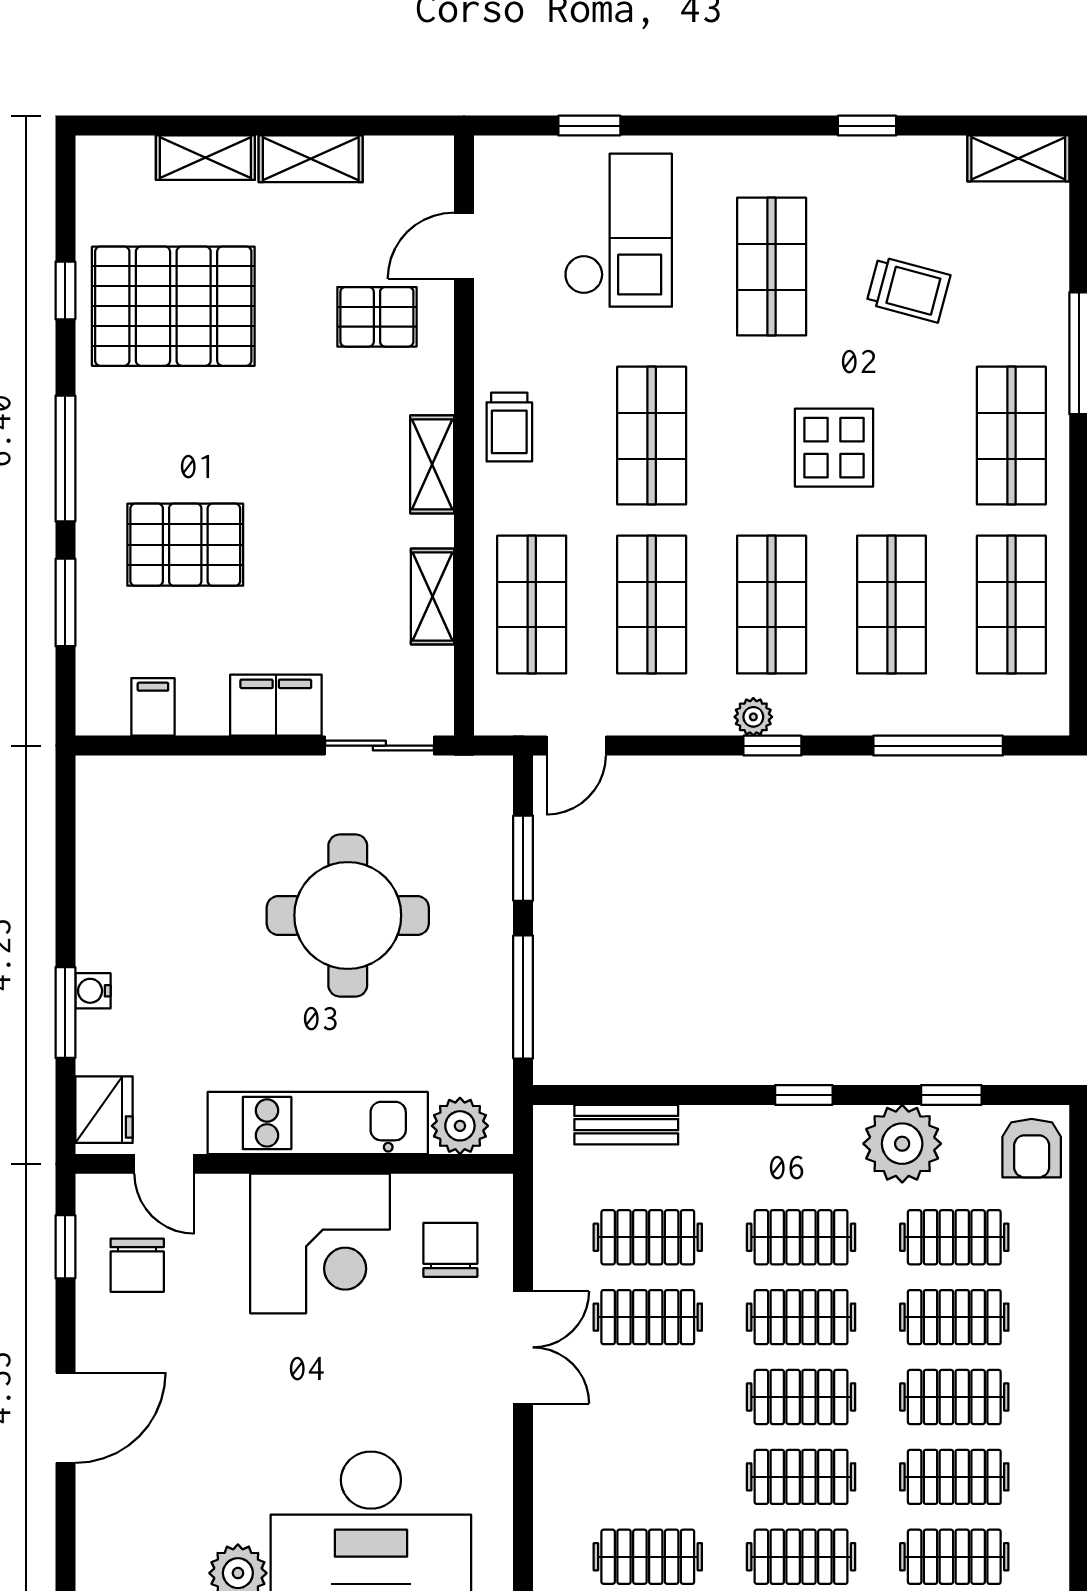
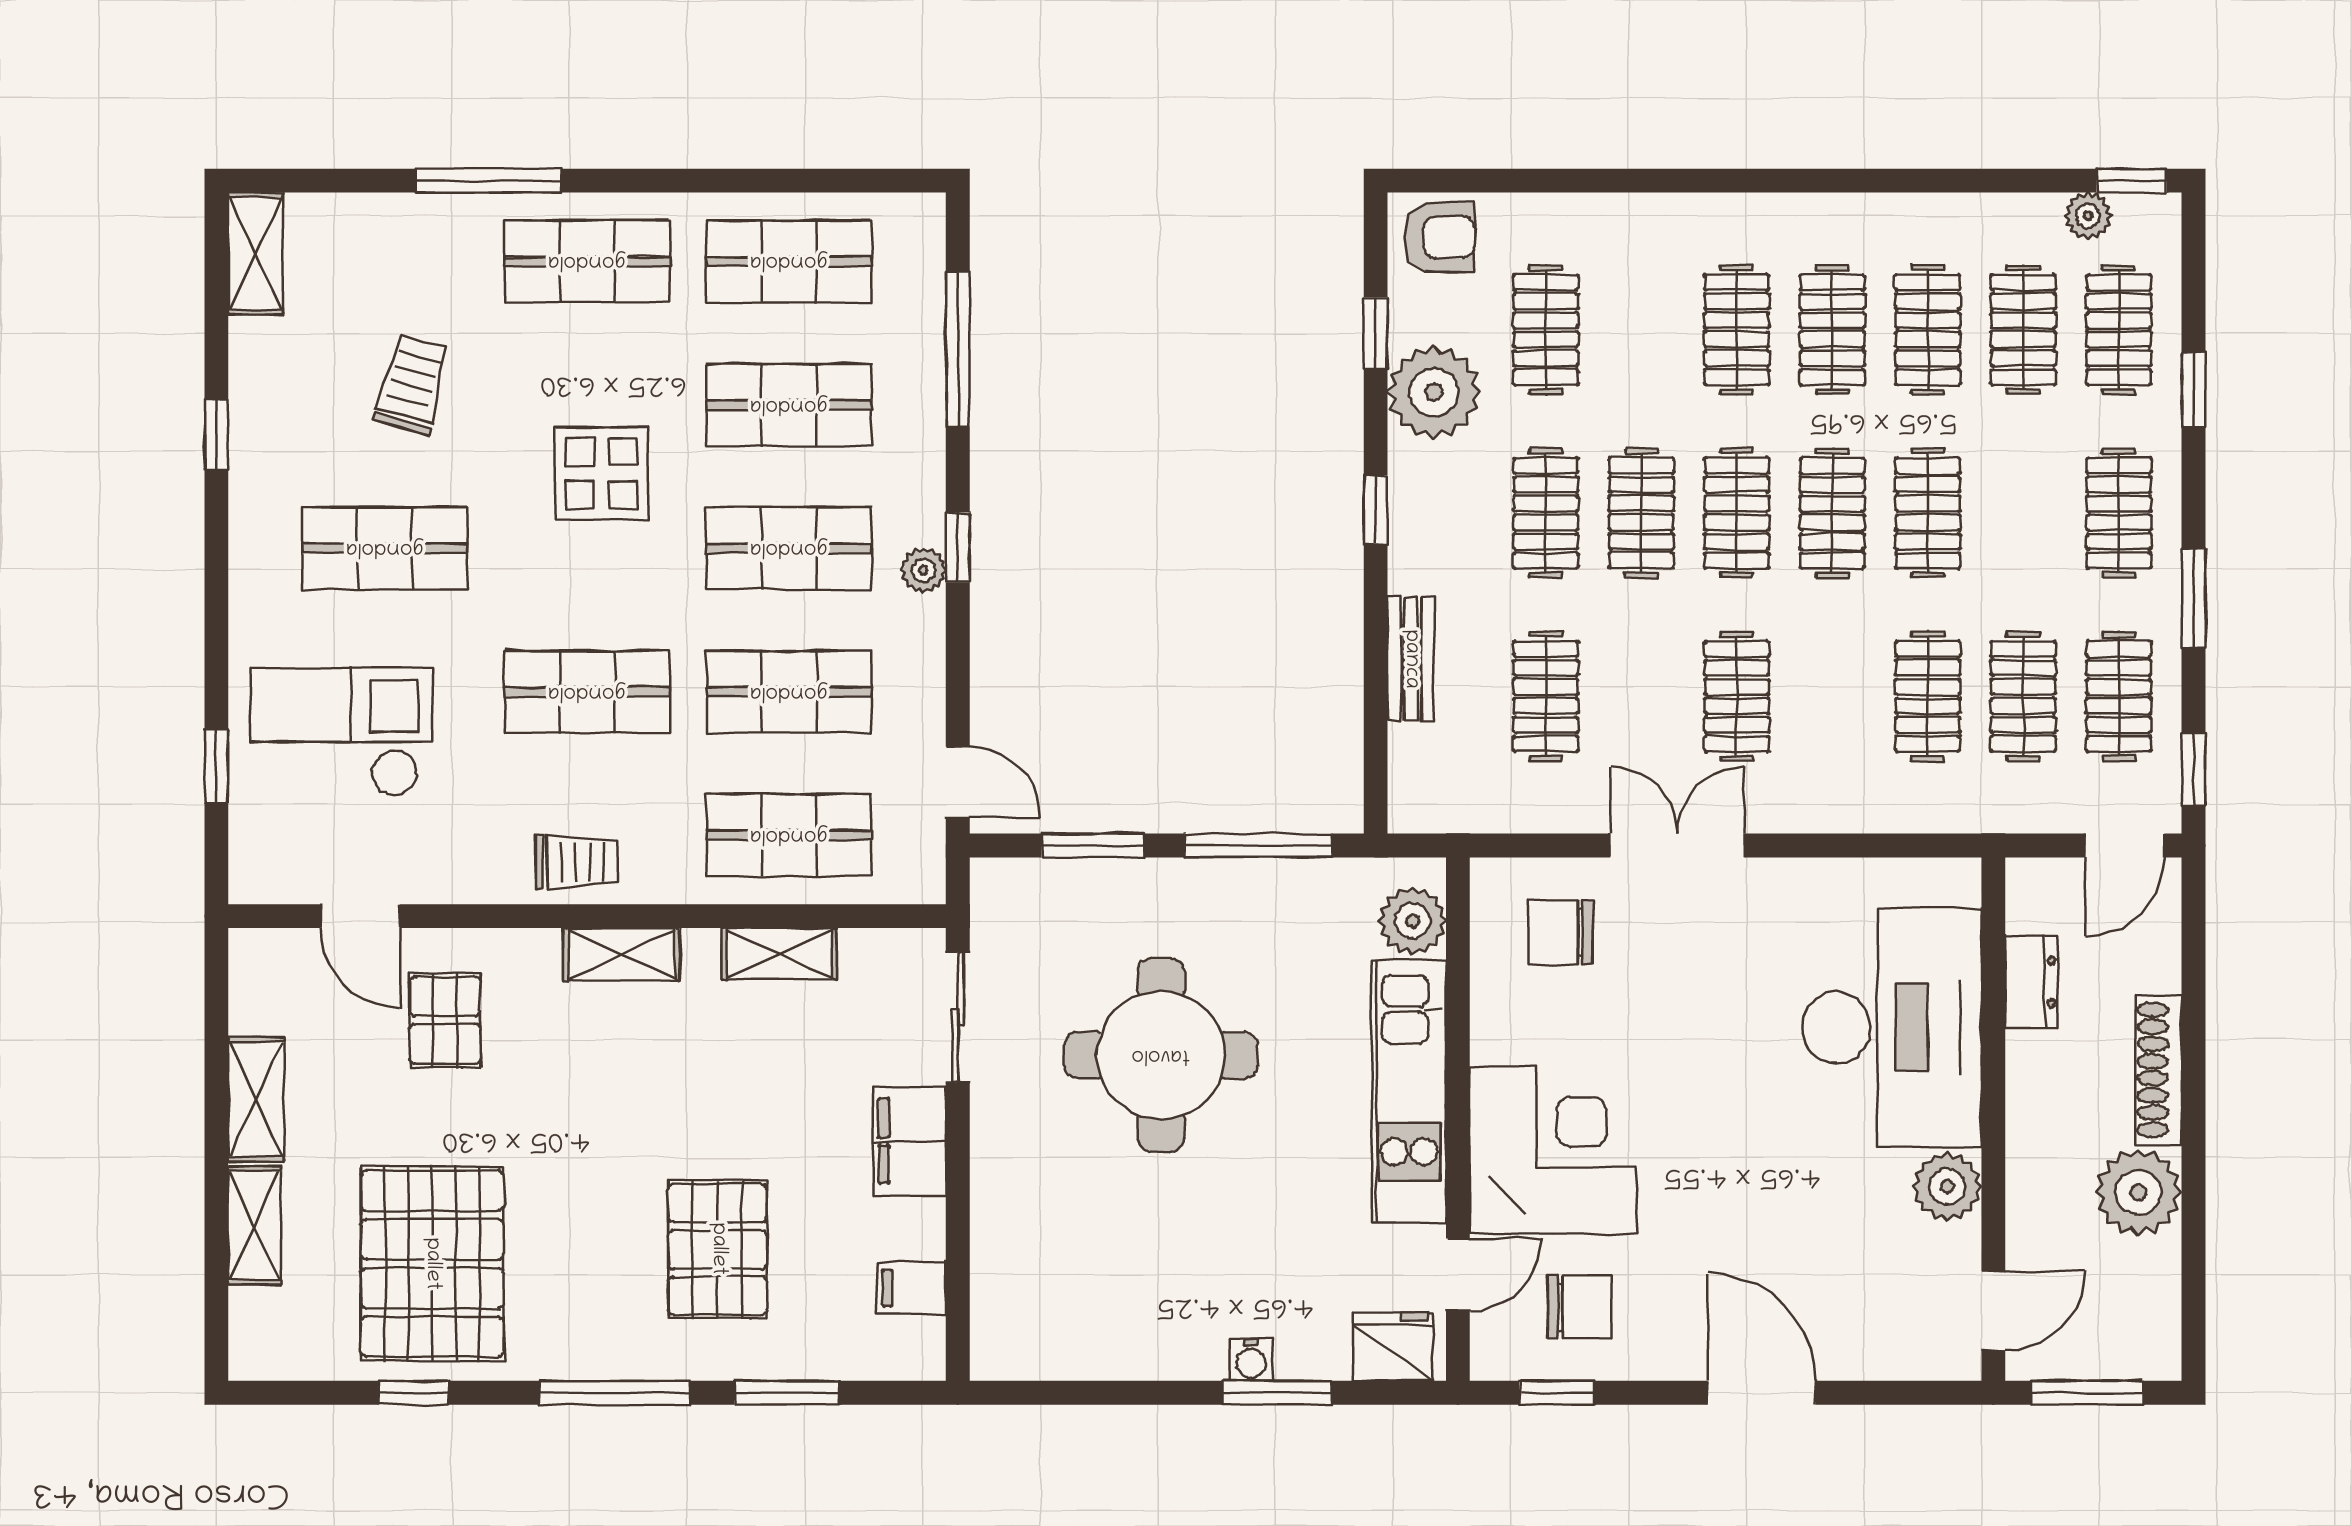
bench: (626, 1125) -> (1411, 659), moved
corner desk: (320, 1244) -> (1553, 1150), moved
clothes rail: (648, 1317) -> (1737, 696), moved
clothes rail: (954, 1317) -> (1641, 330), removed

